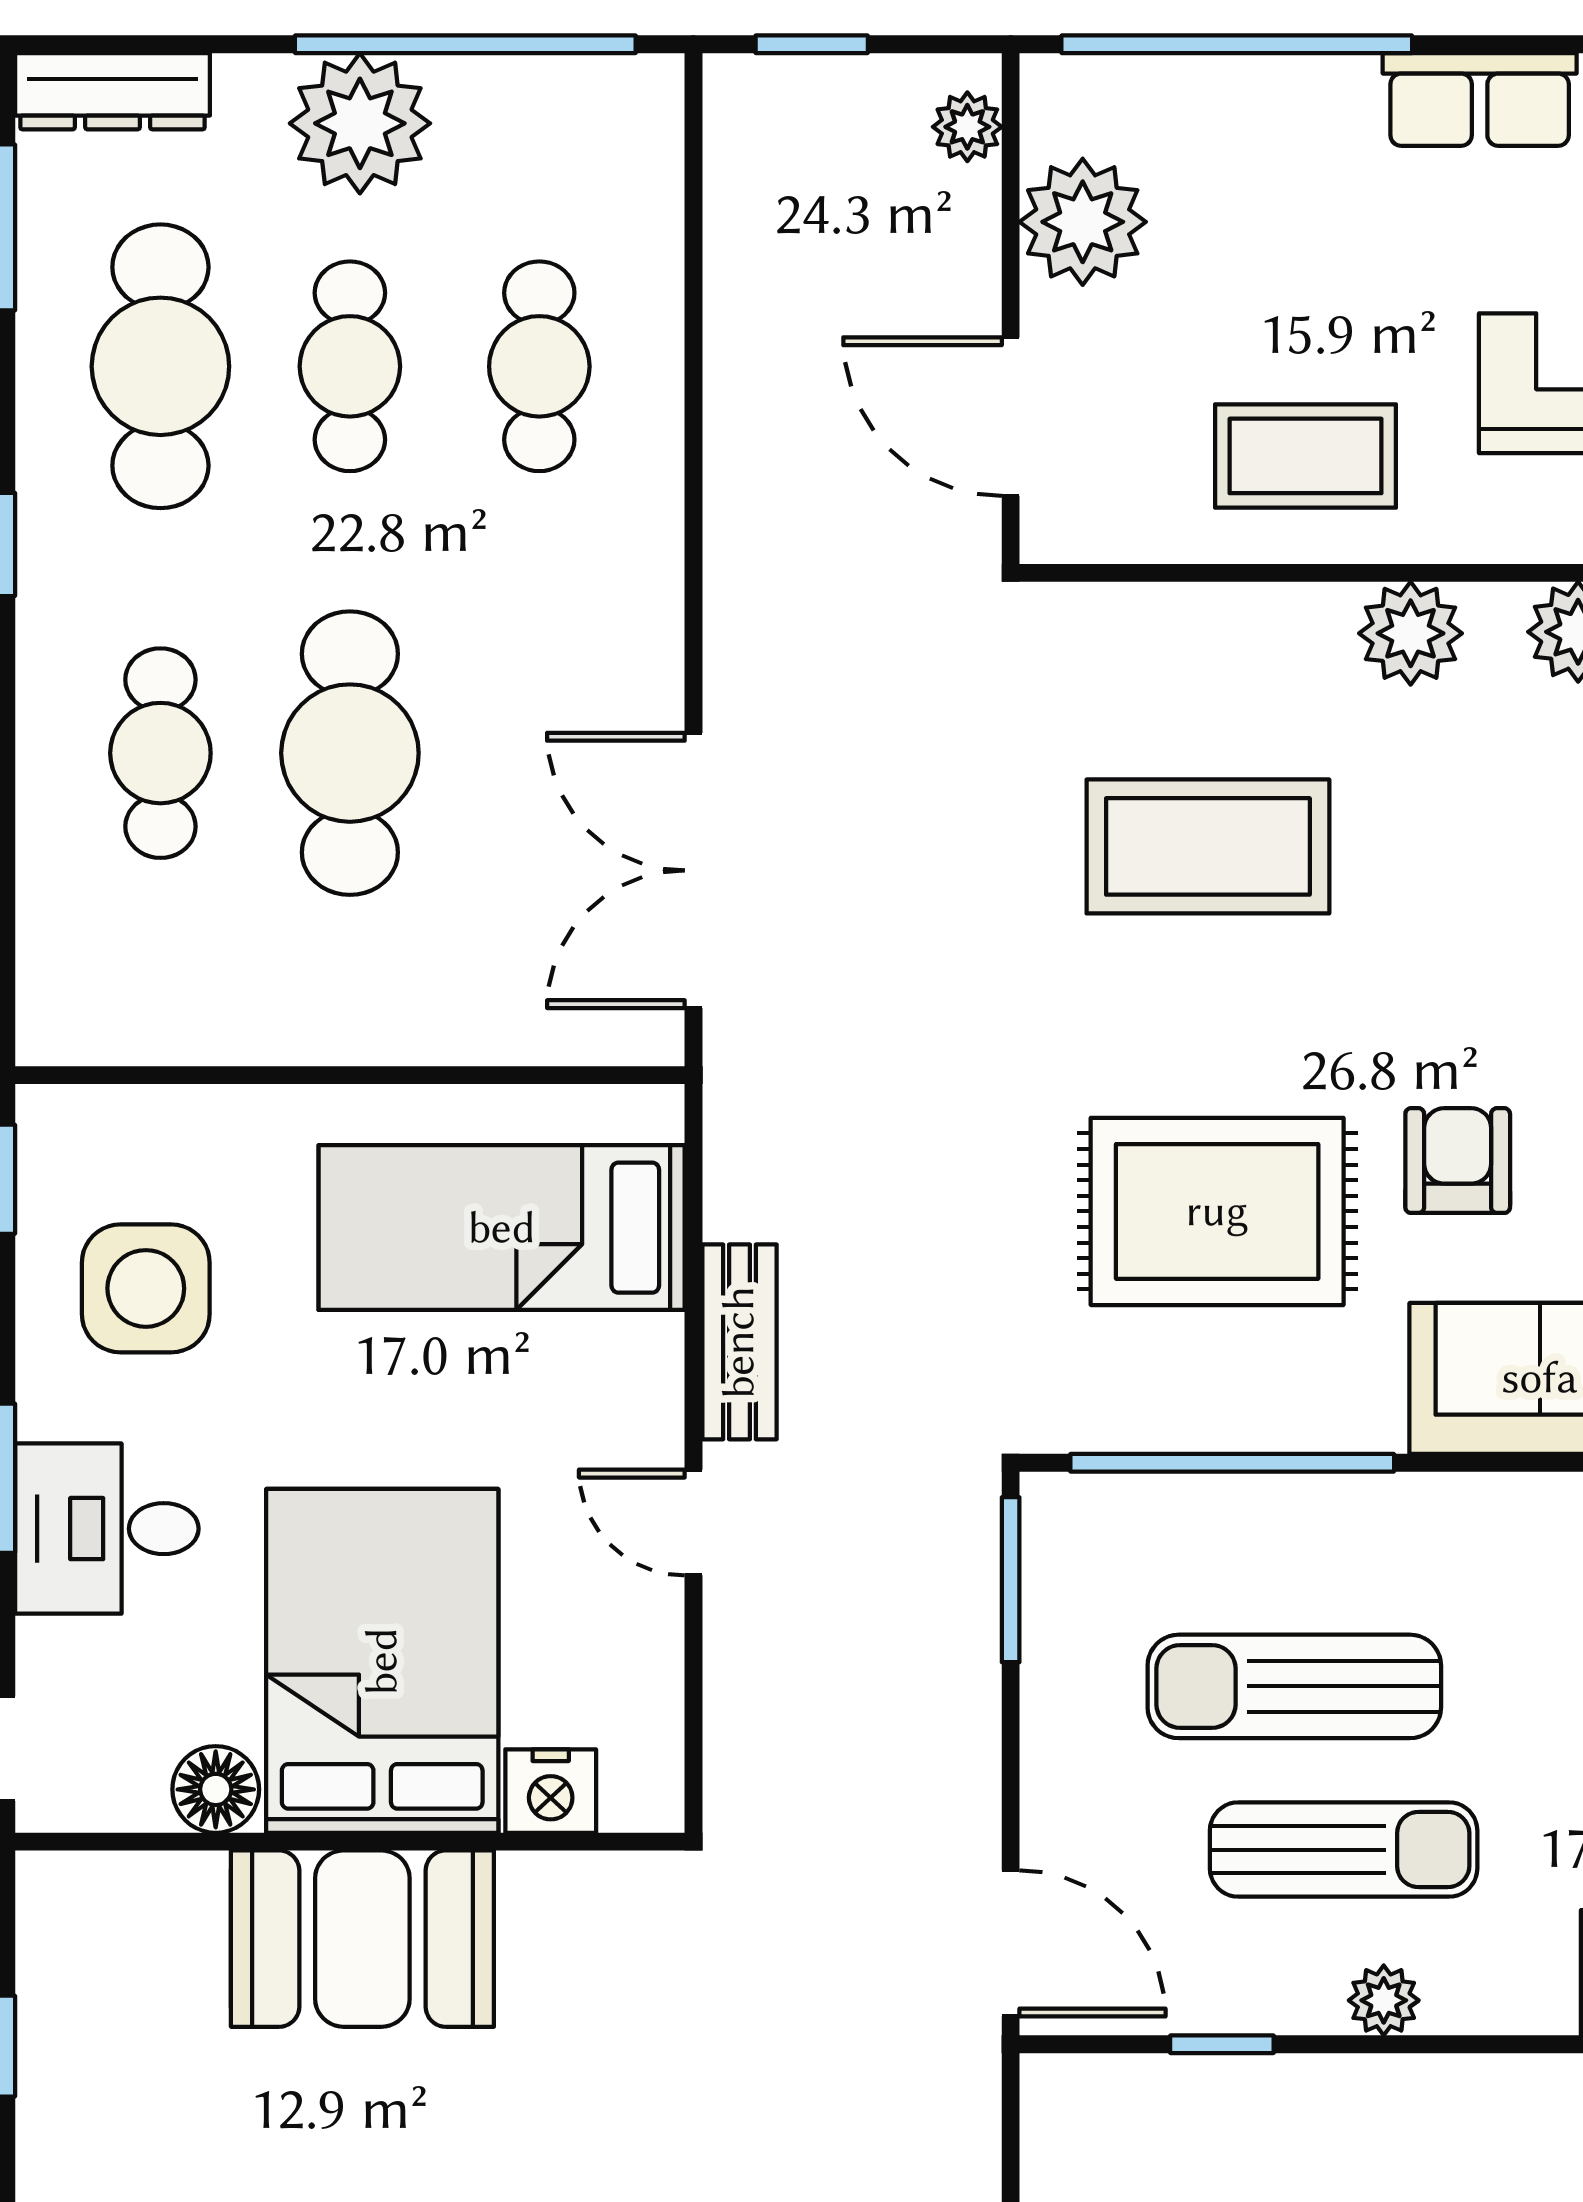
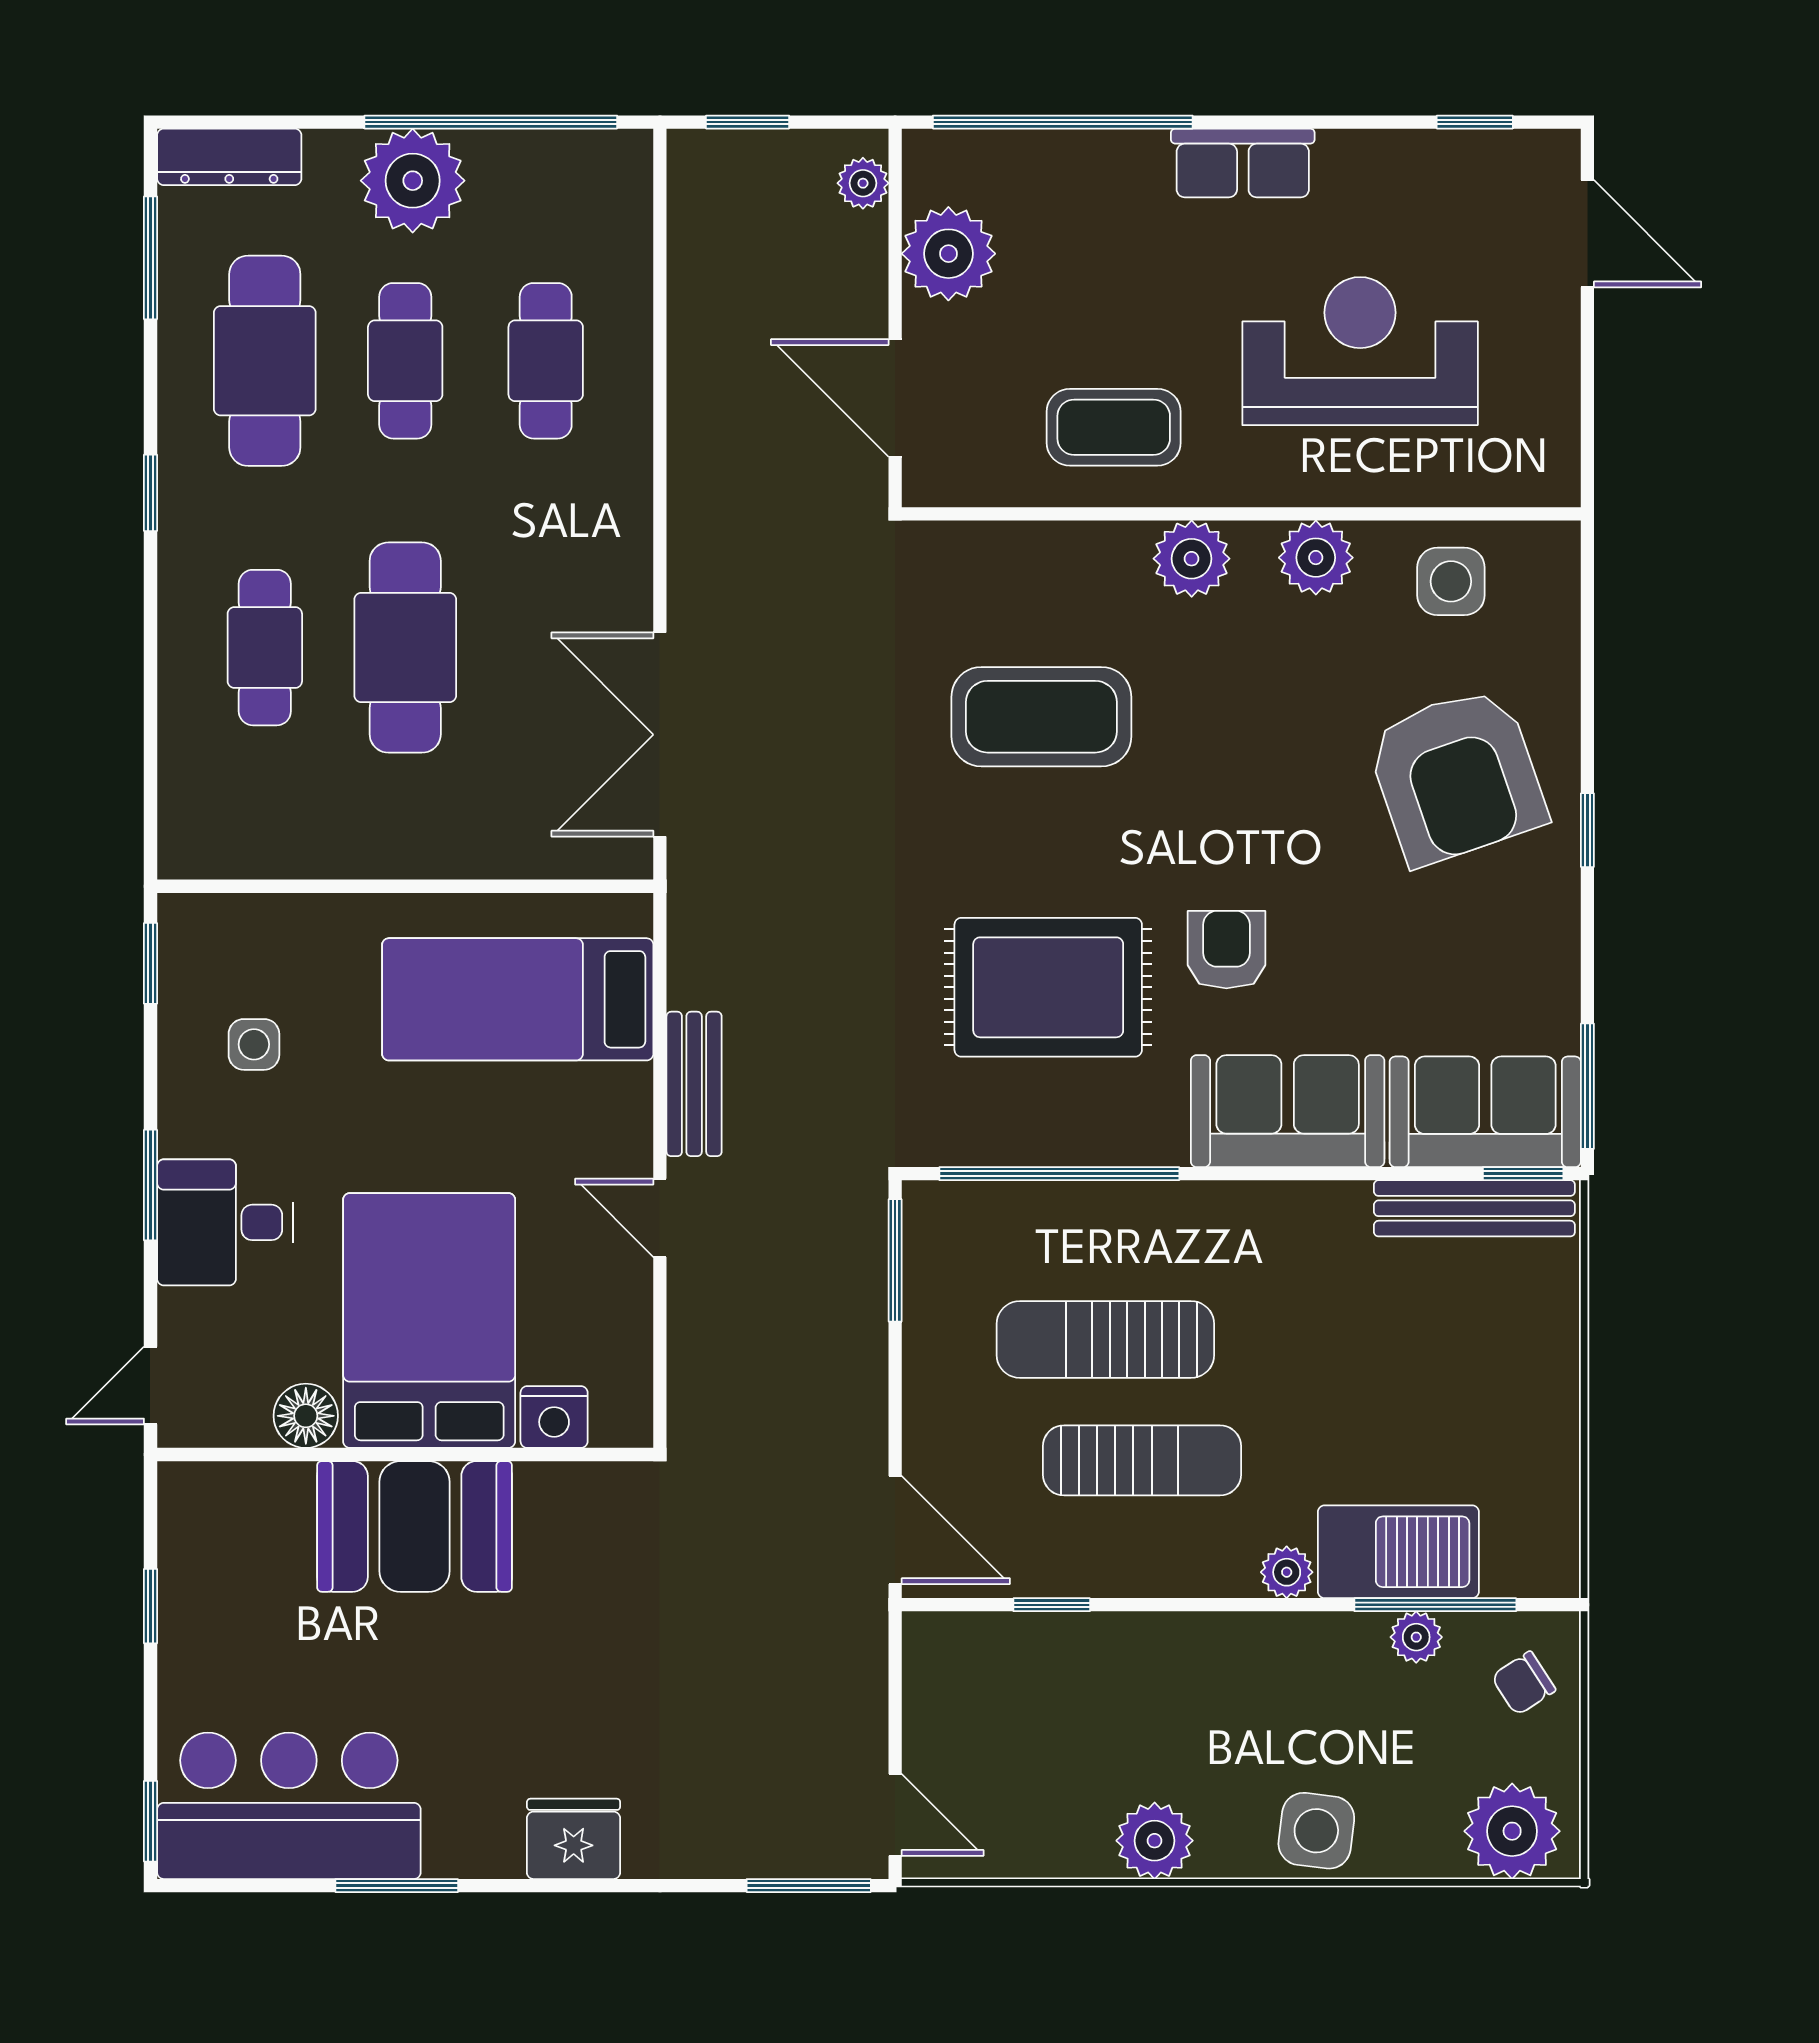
side table: (146, 1288) -> (254, 1044), width x0.54, depth x0.54
plant: (1384, 2000) -> (1287, 1572), moved

